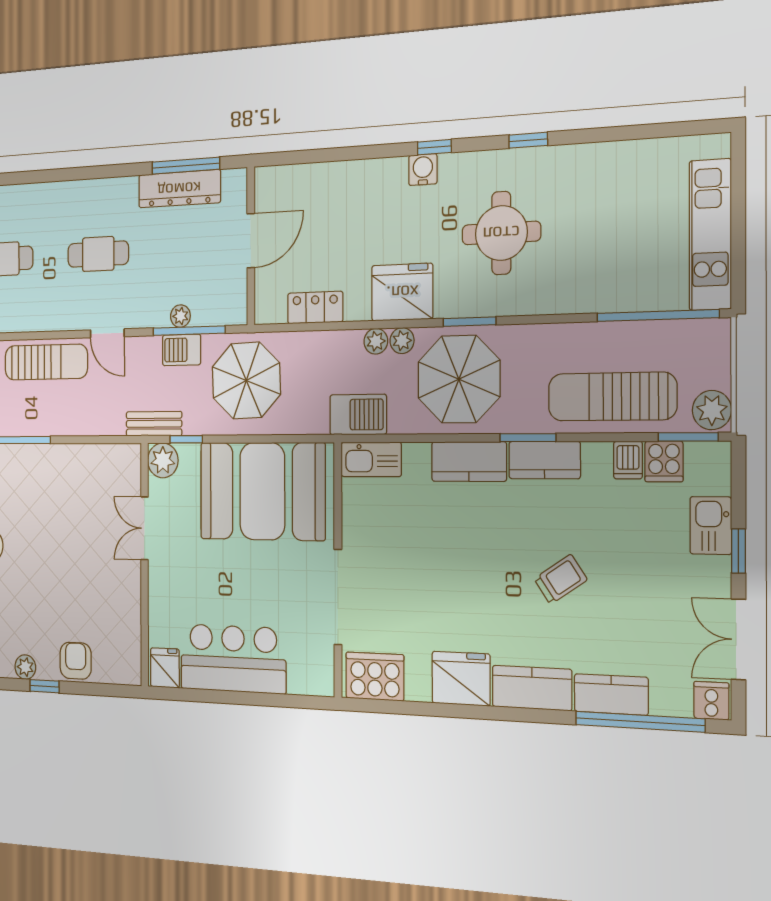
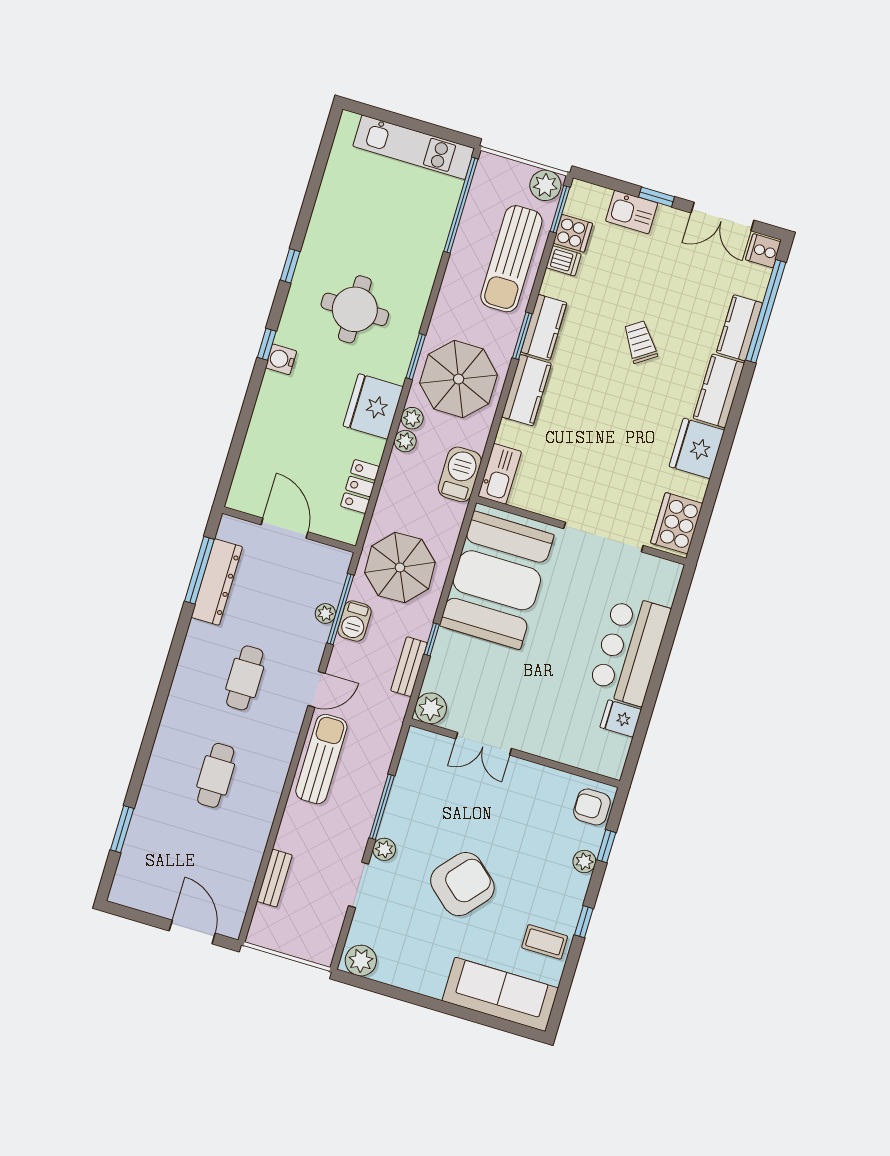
plant: (163, 460) -> (431, 708), moved
double door: (145, 528) -> (484, 744), moved
wall: (145, 565) -> (515, 753), moved

